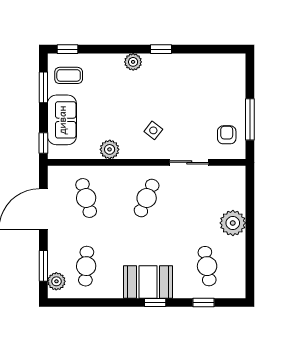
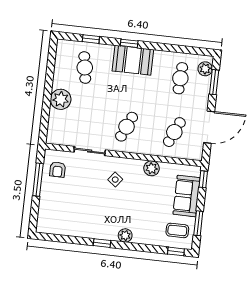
cafe table: (86, 198) -> (174, 132), turned 39

